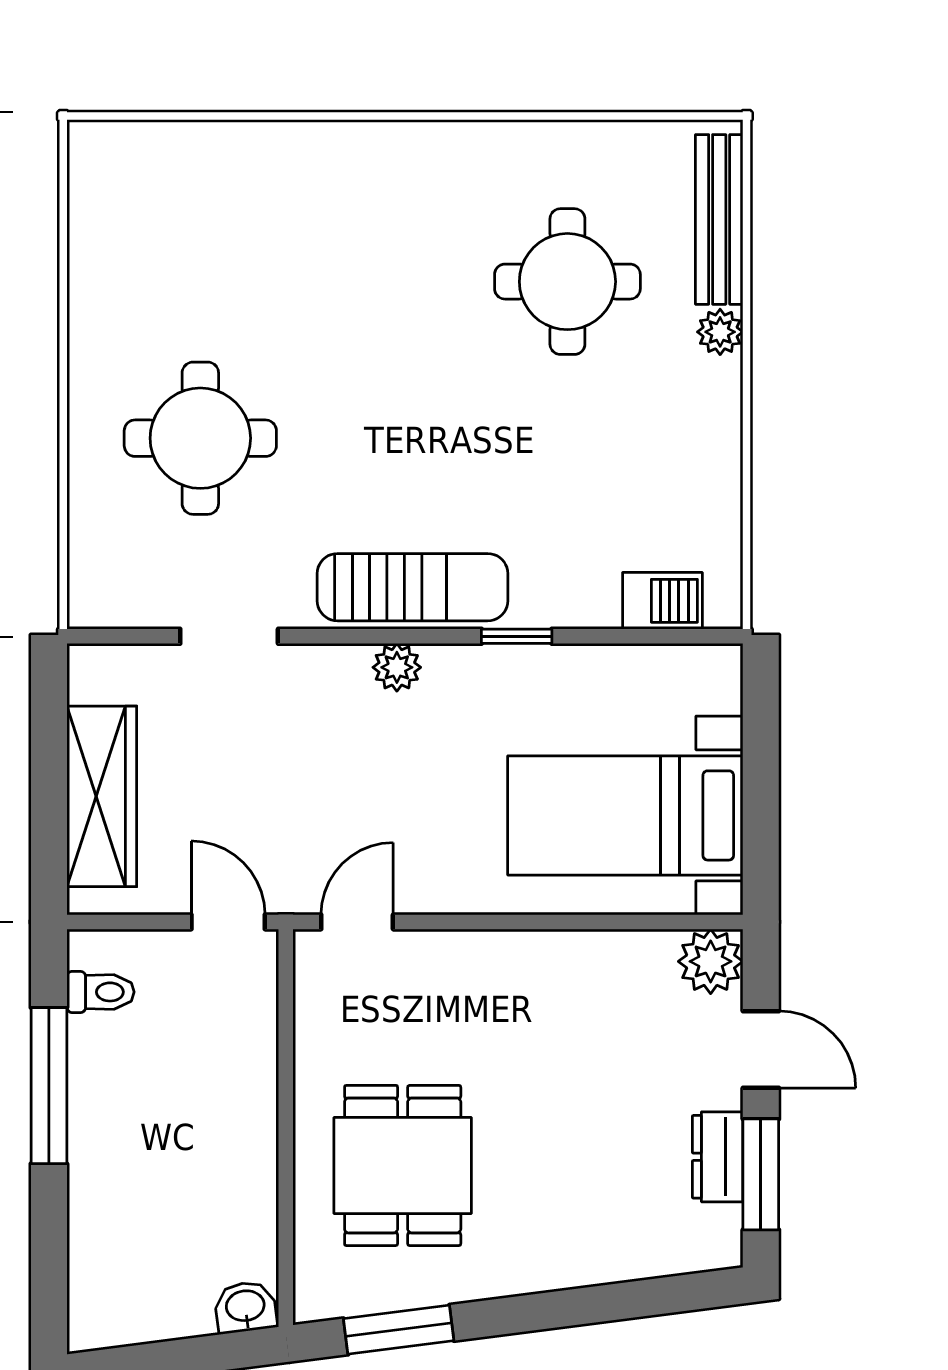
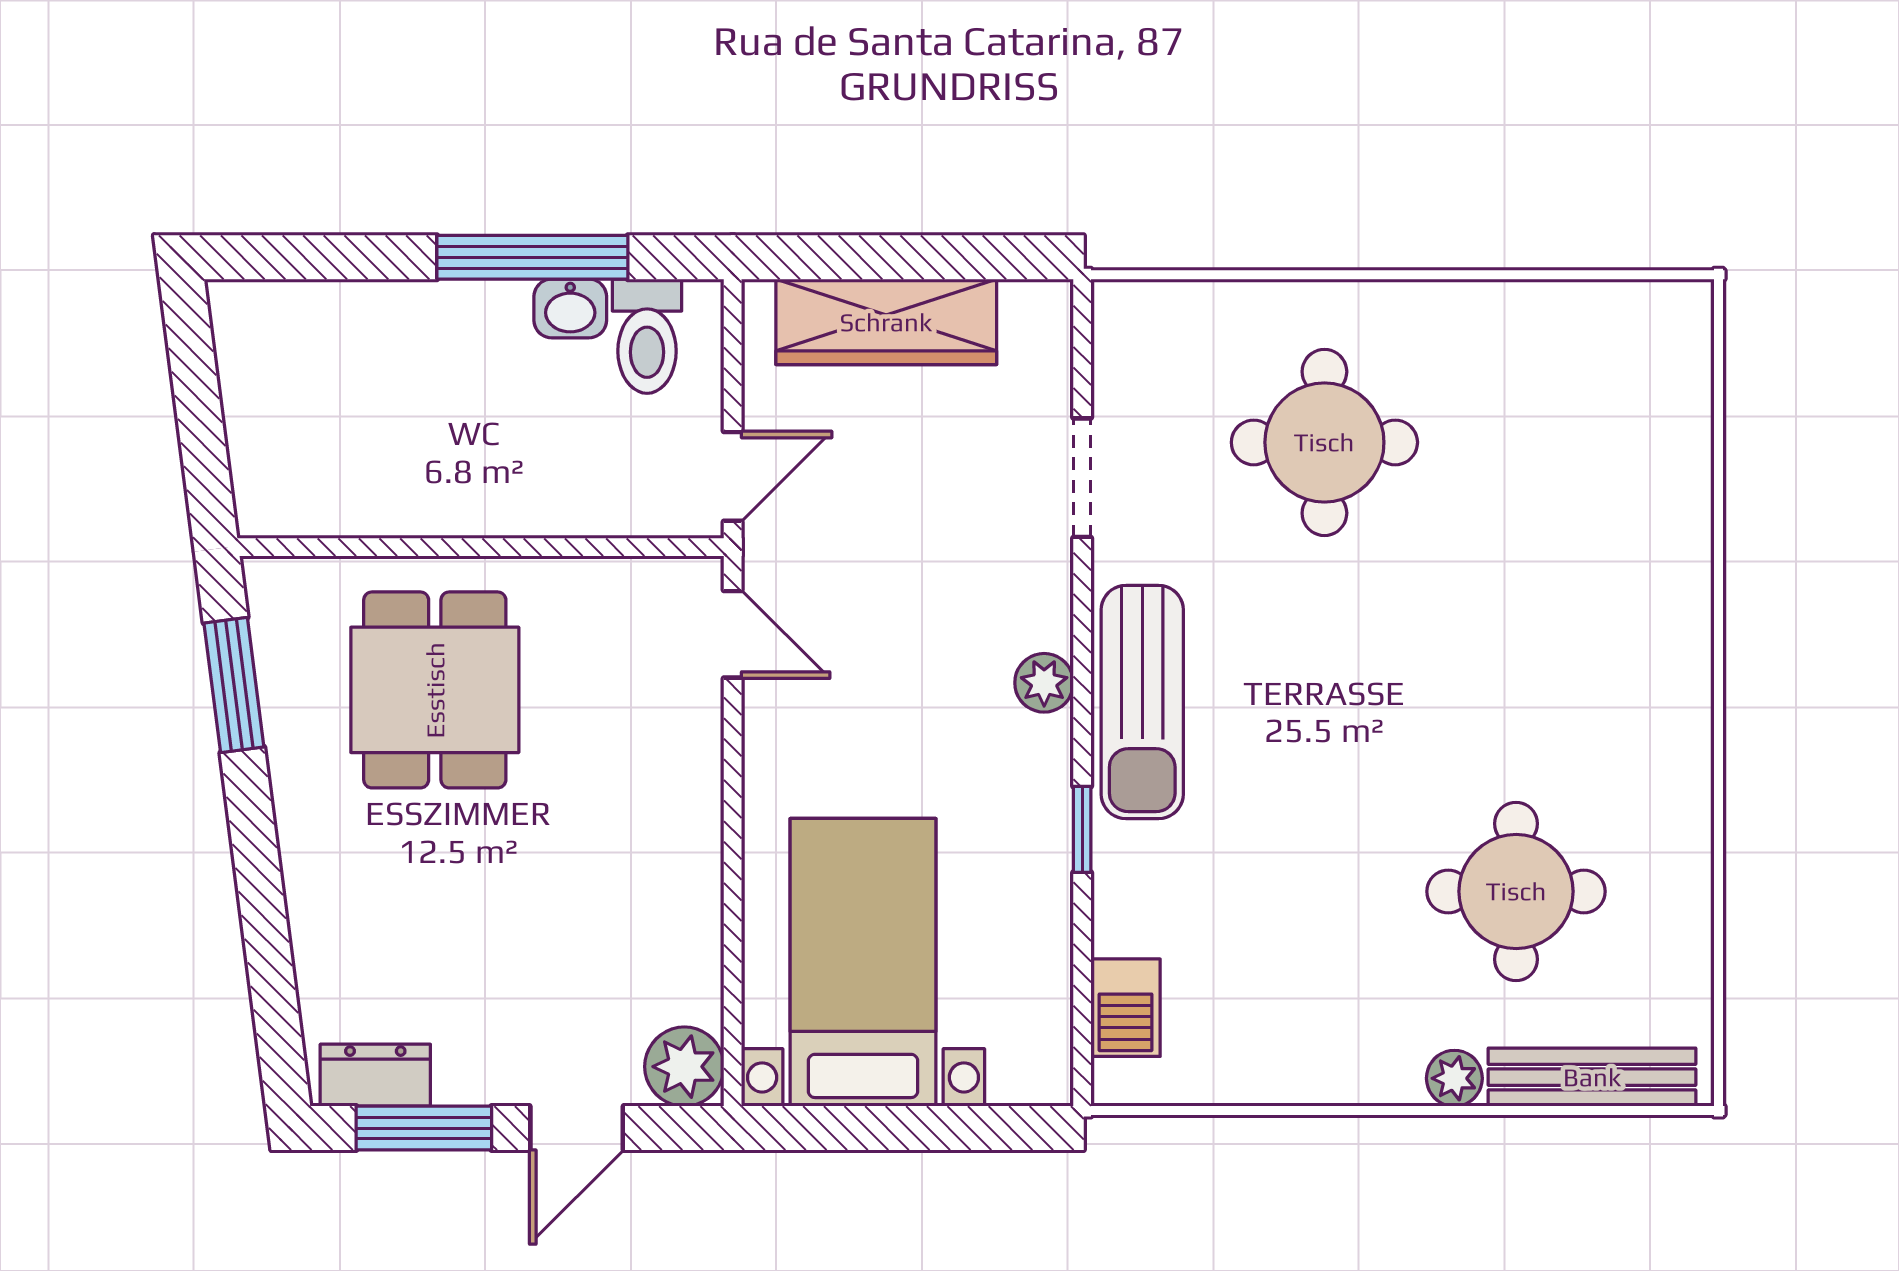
toilet: (100, 992) -> (647, 336), width x1.37, depth x1.39
dresser: (718, 1157) -> (375, 1075), moved
dining table: (403, 1165) -> (435, 690), turned 90
washbasin: (245, 1307) -> (570, 308), moved, turned 97

